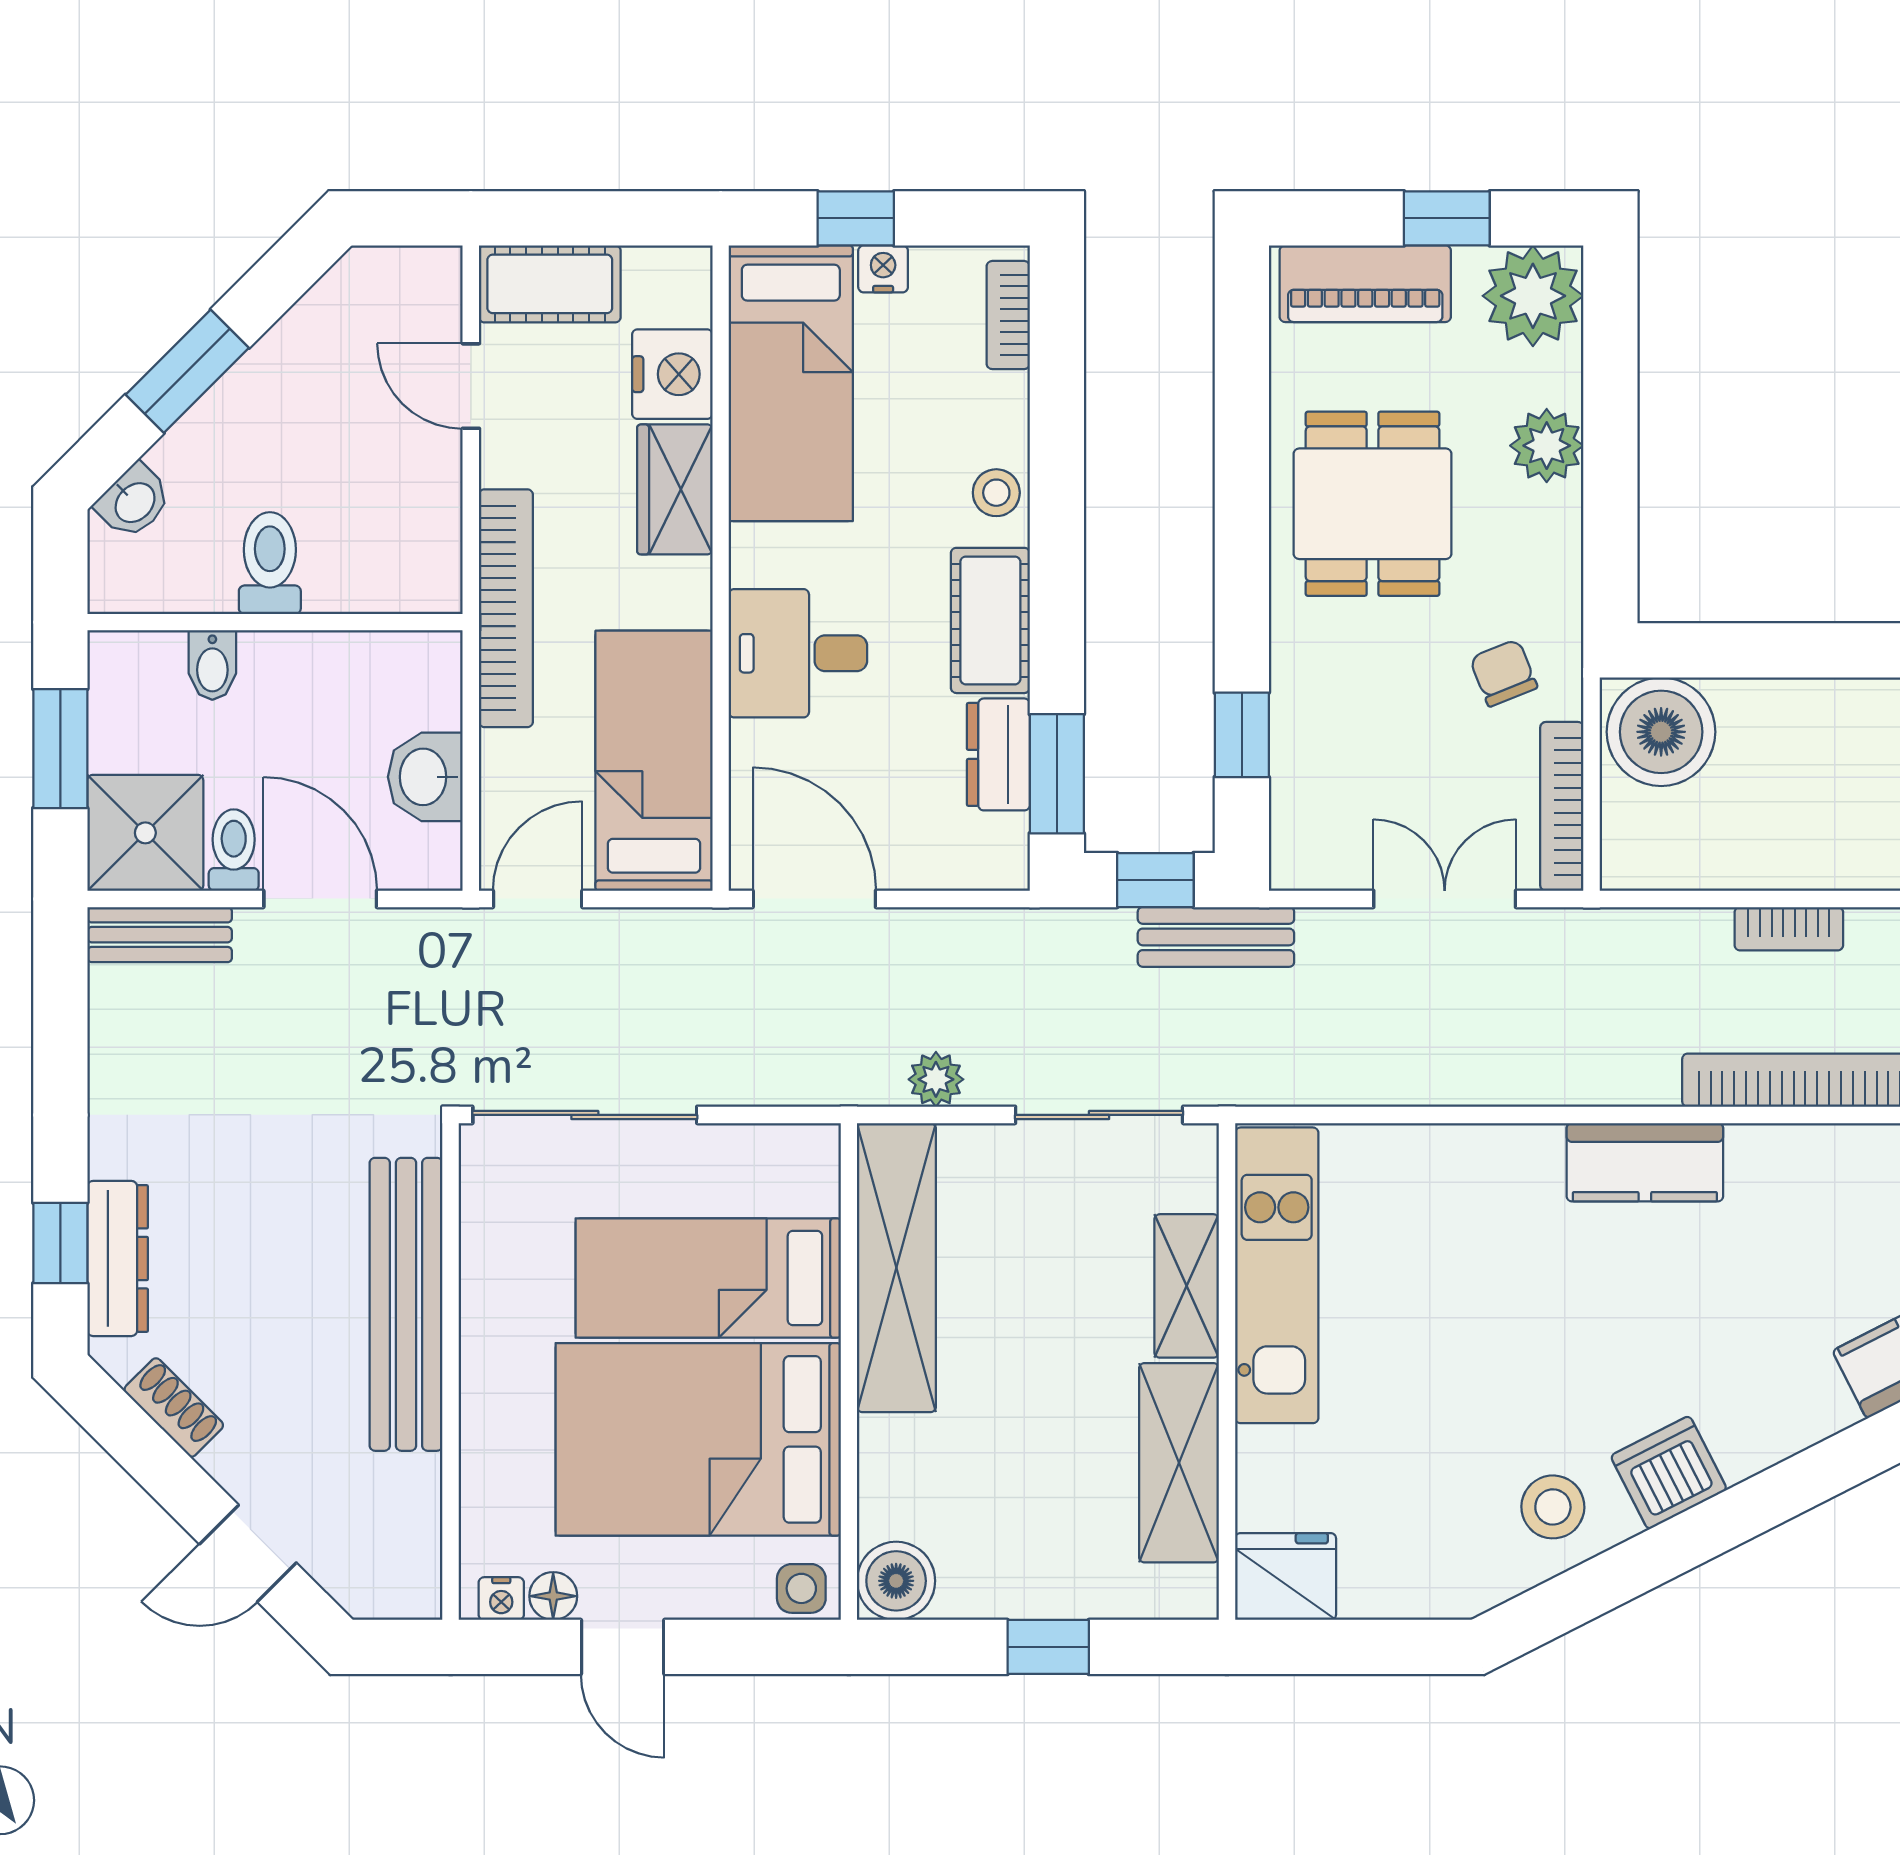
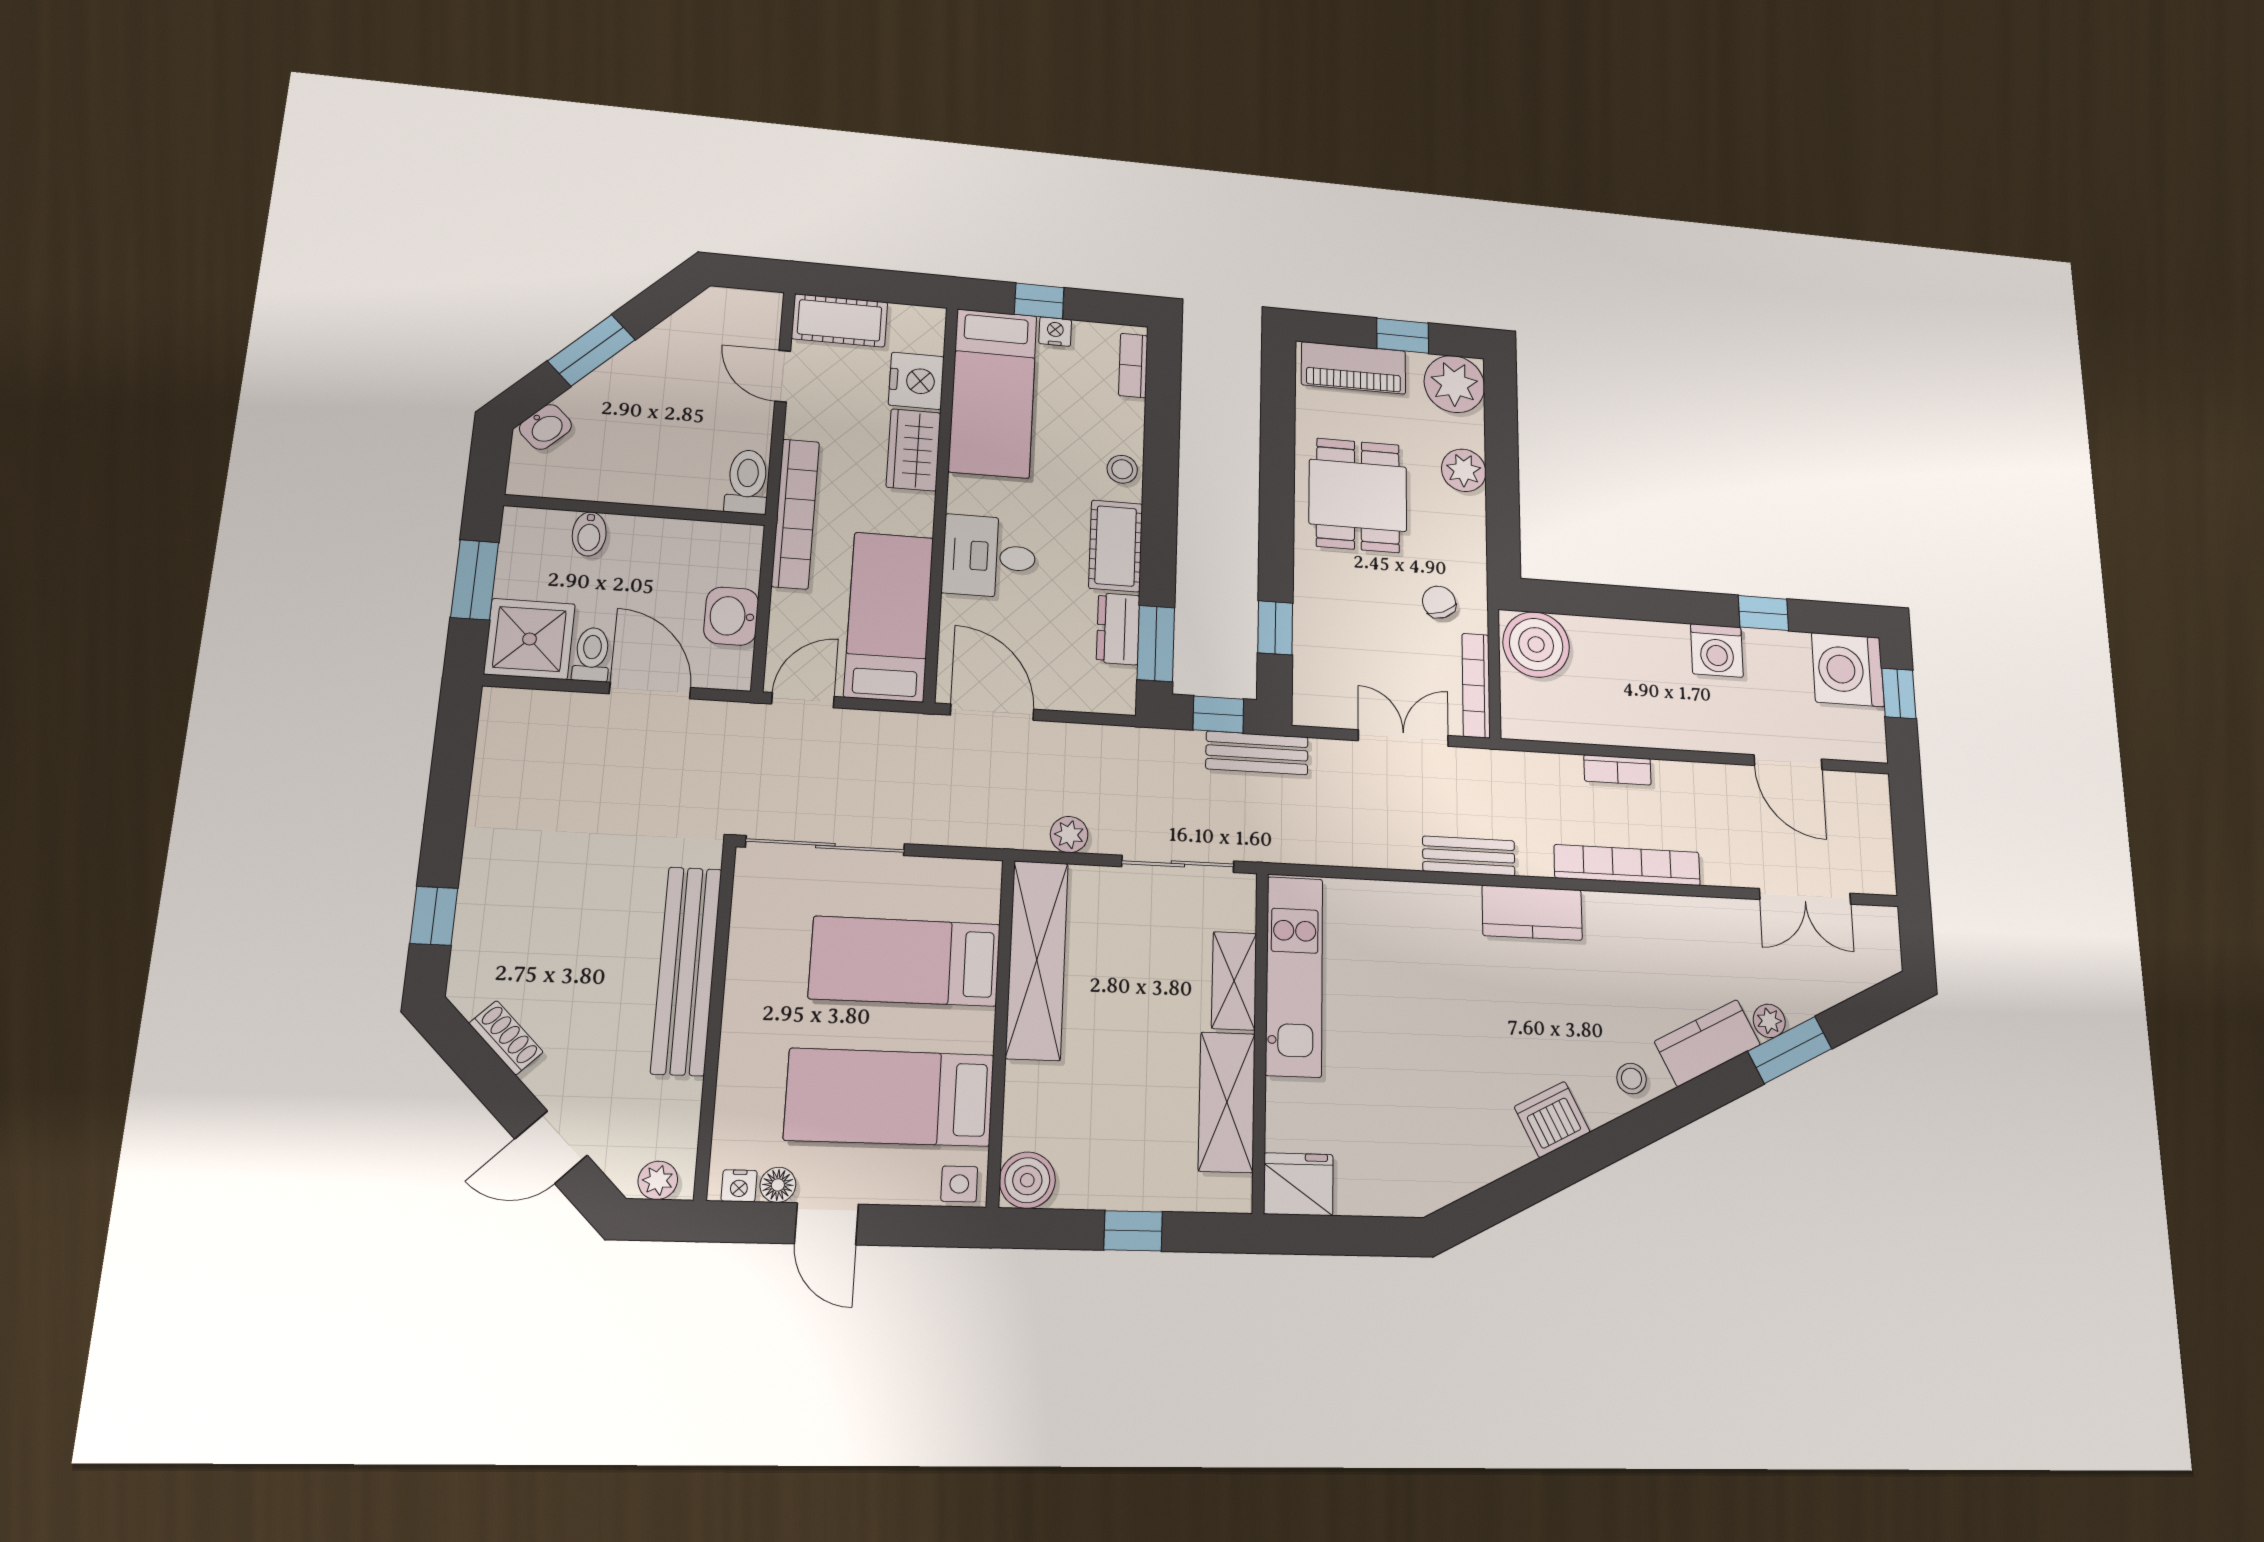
toilet: (270, 563) -> (747, 482), moved
bench: (160, 935) -> (1469, 856), moved
dresser: (118, 1258) -> (476, 929), removed
bed: (698, 1439) -> (890, 1097), width x0.67
stool: (1553, 1507) -> (1632, 1079), moved, width x0.73, depth x0.73
plant: (392, 1594) -> (658, 1180), added

